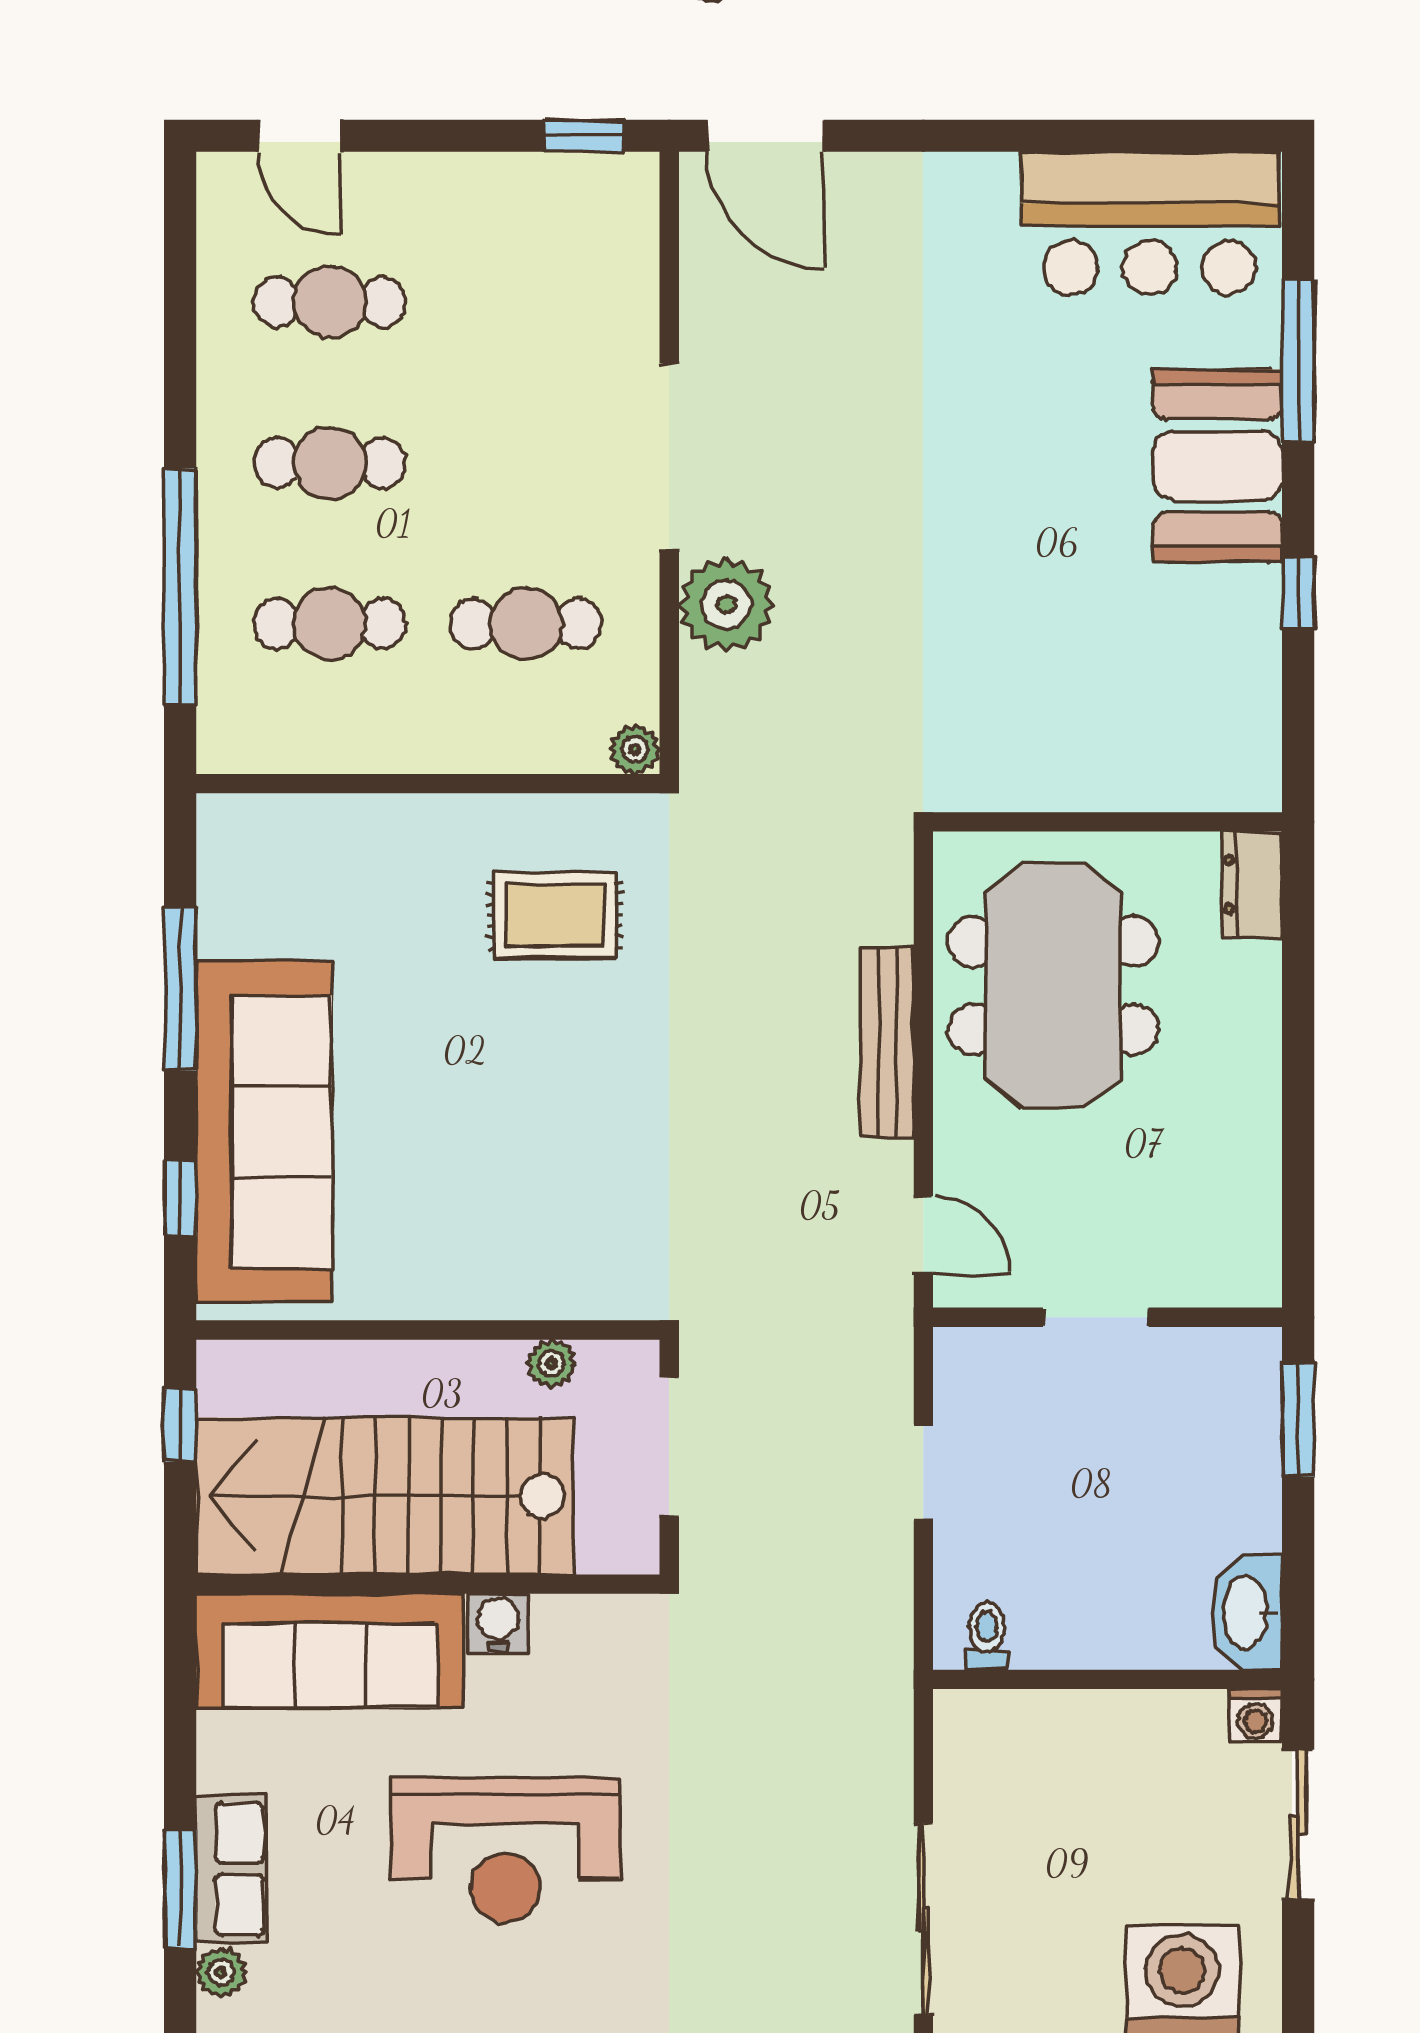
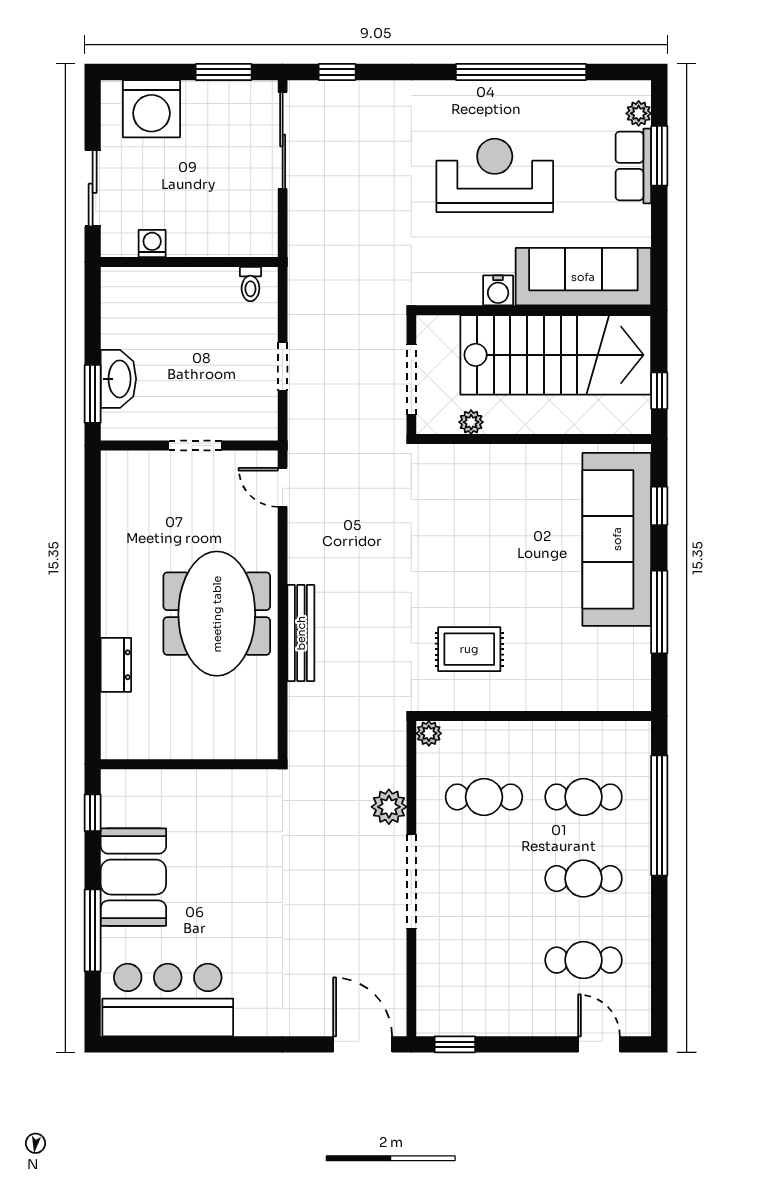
plant: (726, 604) -> (389, 807), width x0.73, depth x0.73
wall: (1108, 822) -> (189, 764), moved
bench: (887, 1042) -> (301, 633), moved
washbasin: (1247, 1612) -> (118, 379), moved
washing machine: (1255, 1716) -> (152, 244), moved

